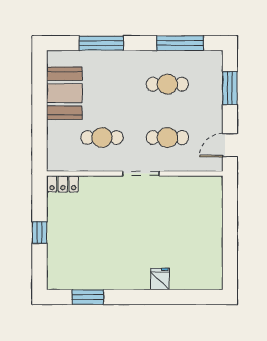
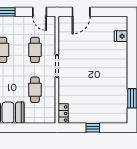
door: (230, 213) -> (81, 12), added
fridge: (160, 279) -> (121, 36), moved

